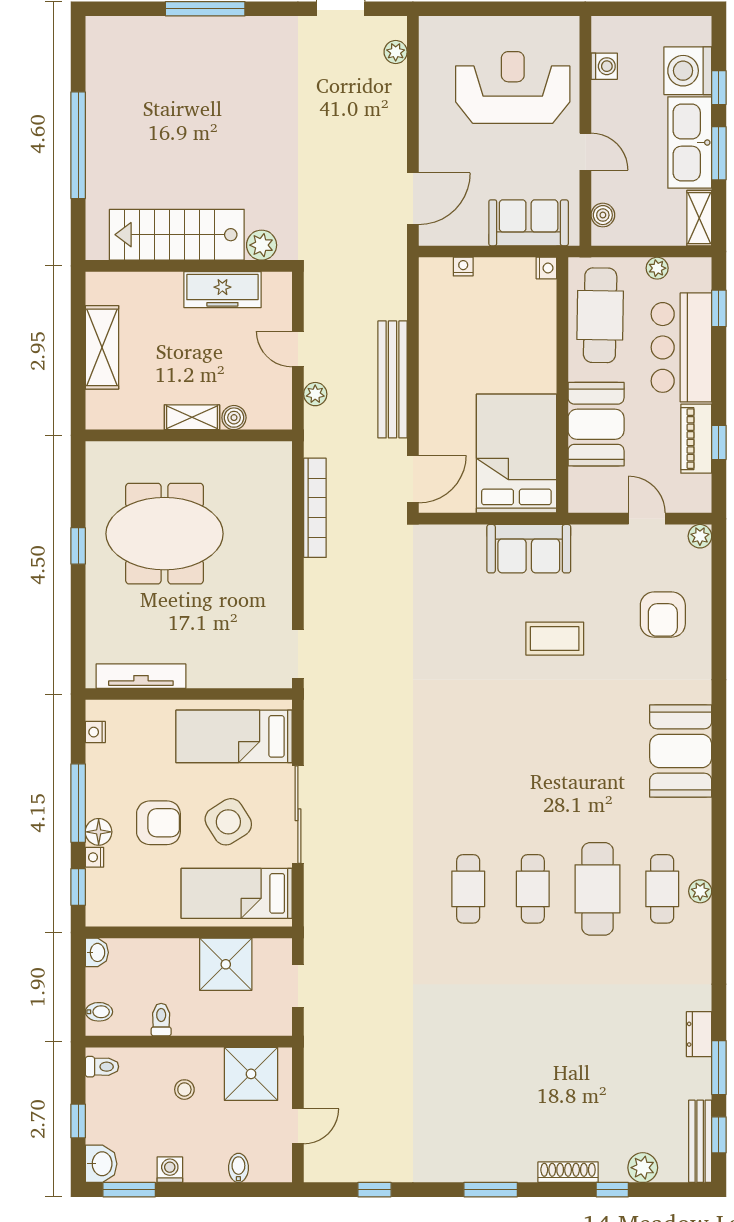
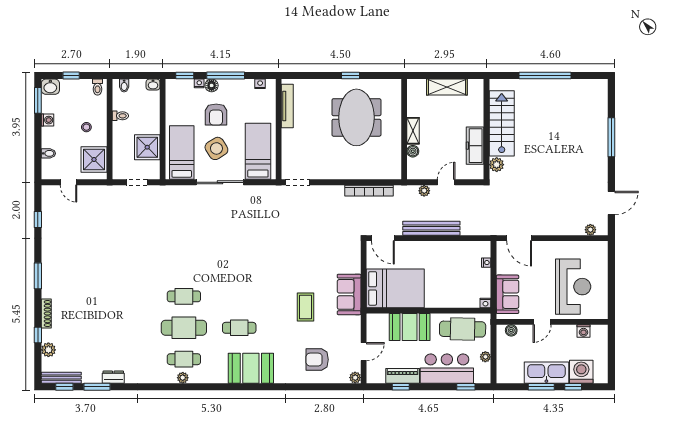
shelving: (699, 218) -> (510, 377), removed
cafe table: (468, 889) -> (239, 328), moved

